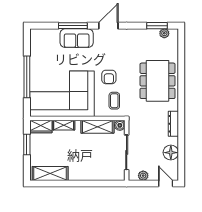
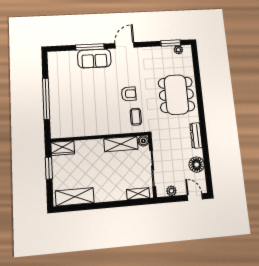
armchair: (109, 77) -> (129, 94), turned -90
corner sofa: (62, 94) -> (83, 113), removed
shelving: (64, 125) -> (138, 194), moved

